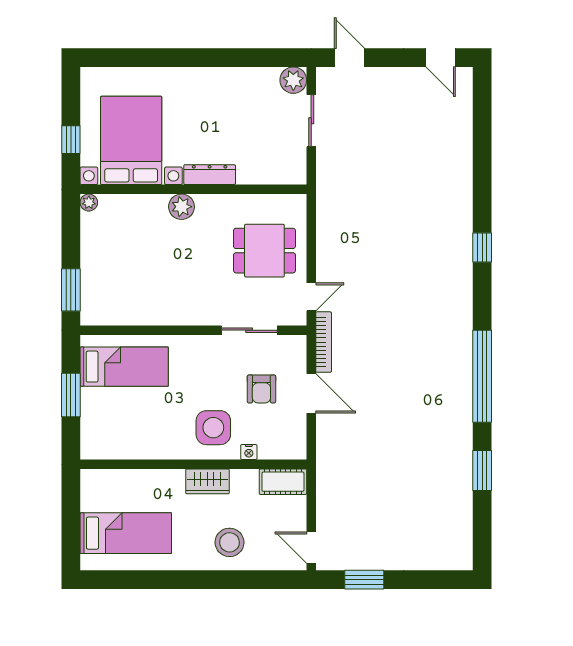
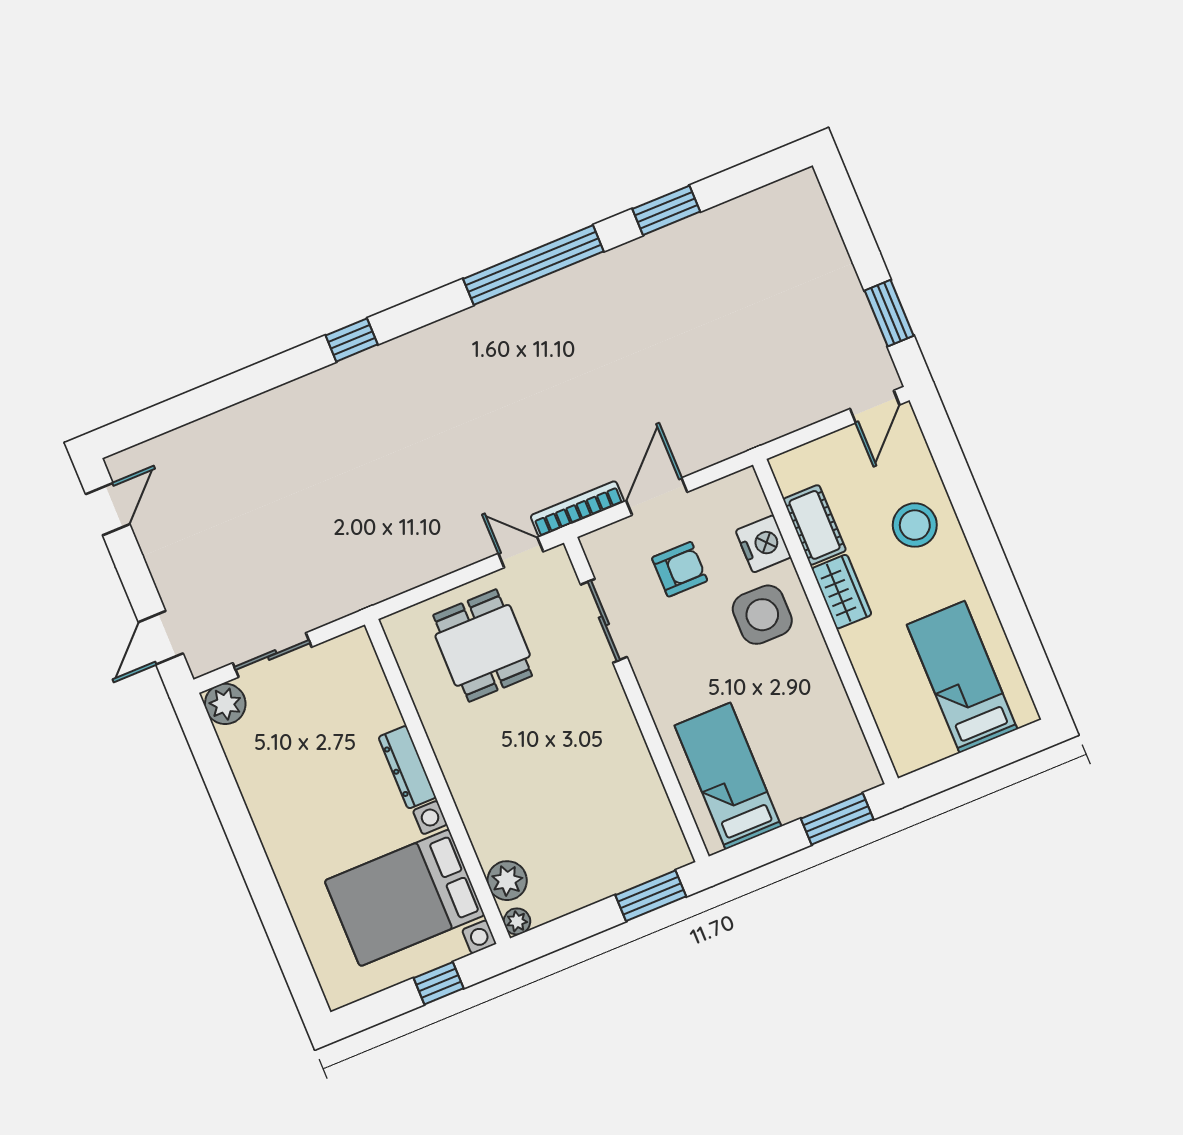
plant: (182, 207) -> (507, 881), moved
window: (71, 395) -> (837, 819), moved
nightstand: (249, 452) -> (763, 544), width x1.89, depth x1.79
cot: (283, 482) -> (815, 525), moved

